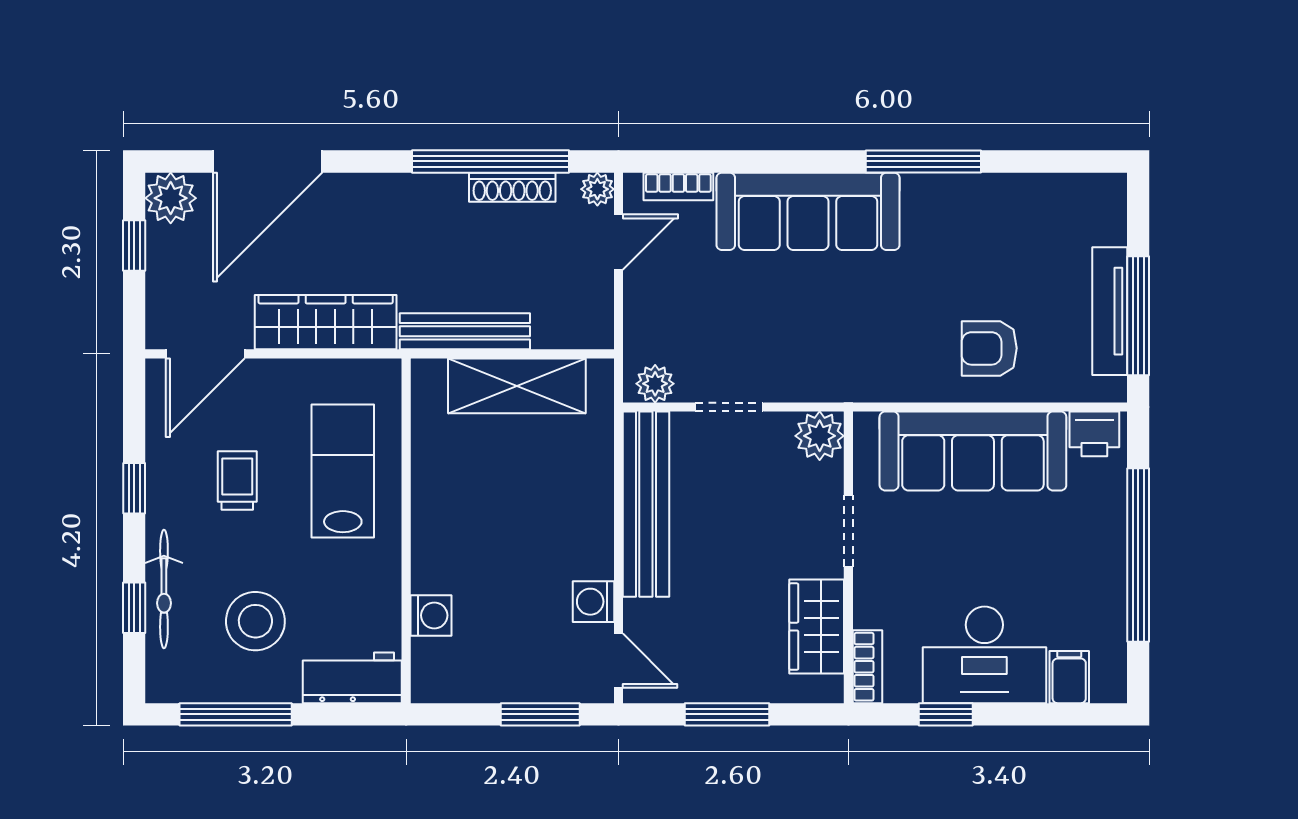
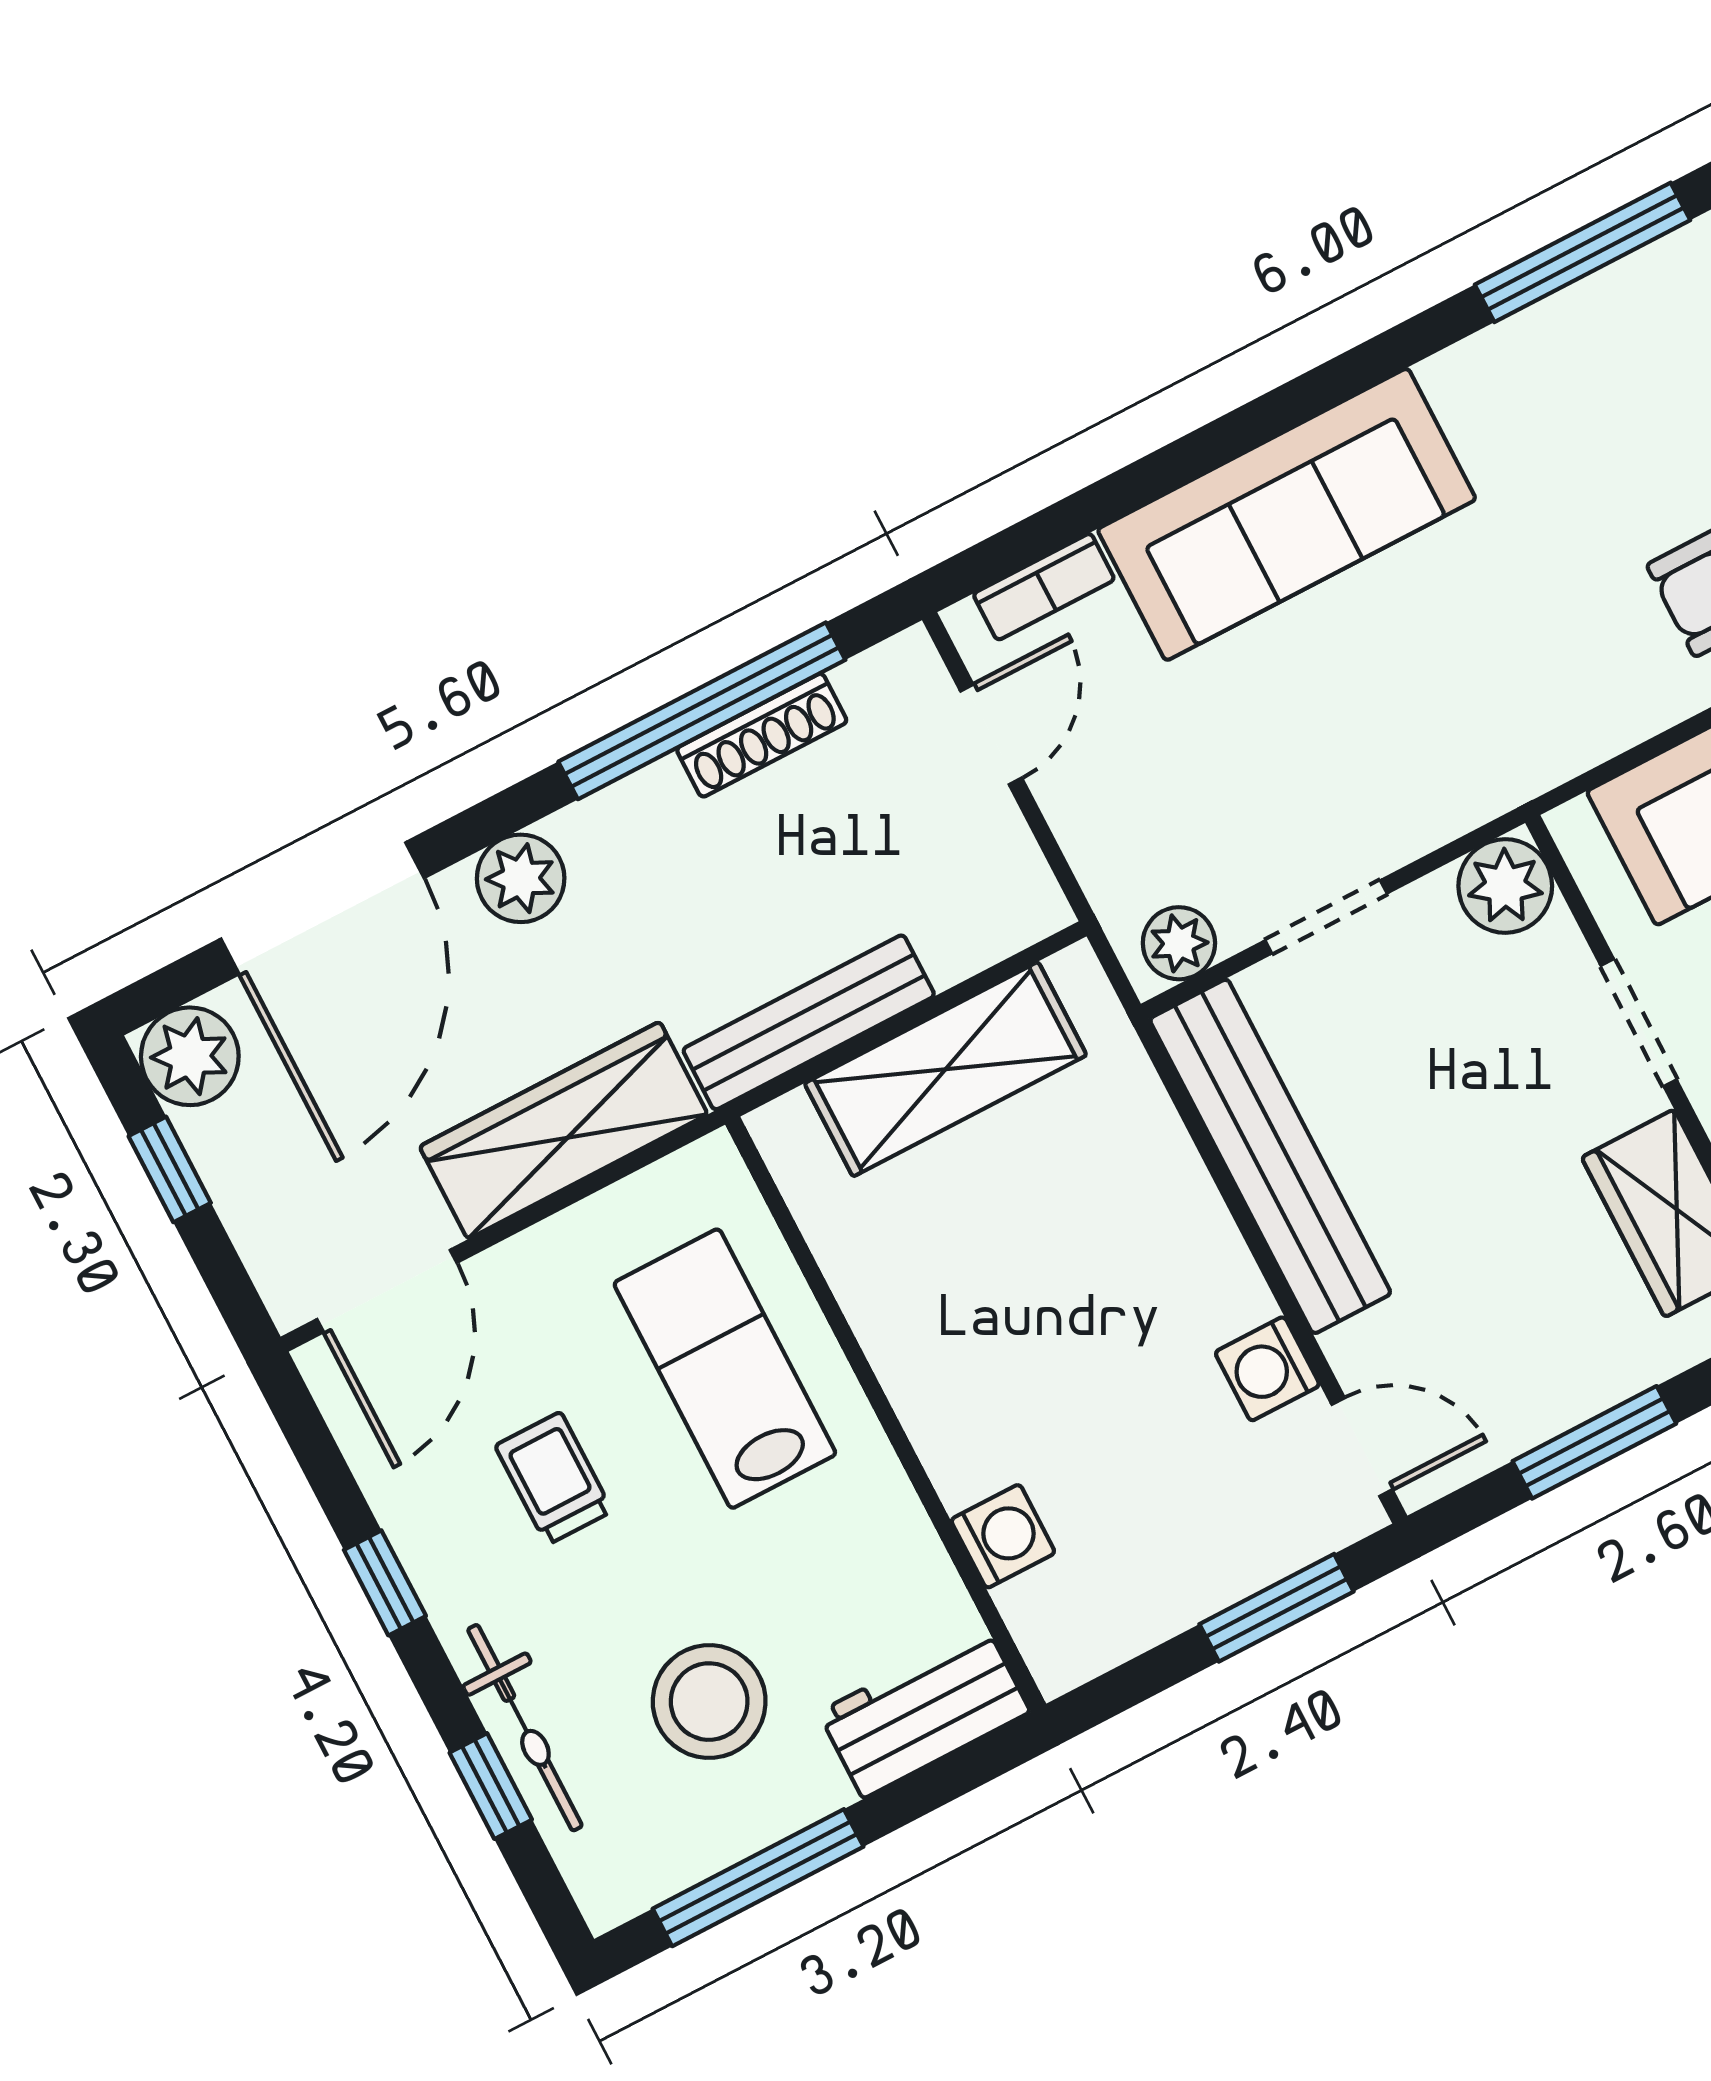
window: (923, 161) -> (1583, 252), moved
plant: (597, 189) -> (521, 878), moved, width x1.38, depth x1.38

